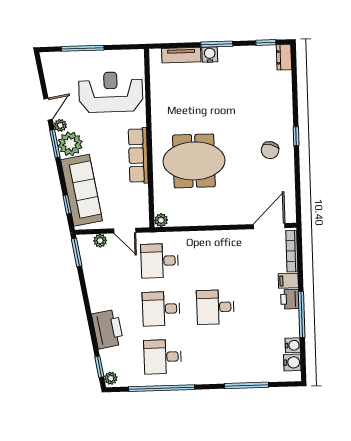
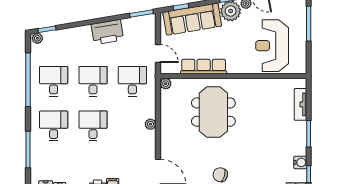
water cooler: (210, 55) -> (300, 162), moved
reception desk: (111, 92) -> (272, 46), turned 180
row of seats: (138, 155) -> (204, 67), moved
door: (125, 231) -> (158, 54), swing flipped
plant: (100, 241) -> (150, 124), moved
printer: (108, 329) -> (107, 32), moved
desk: (217, 355) -> (54, 126), added

